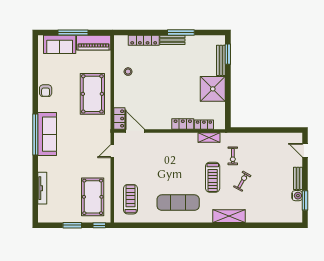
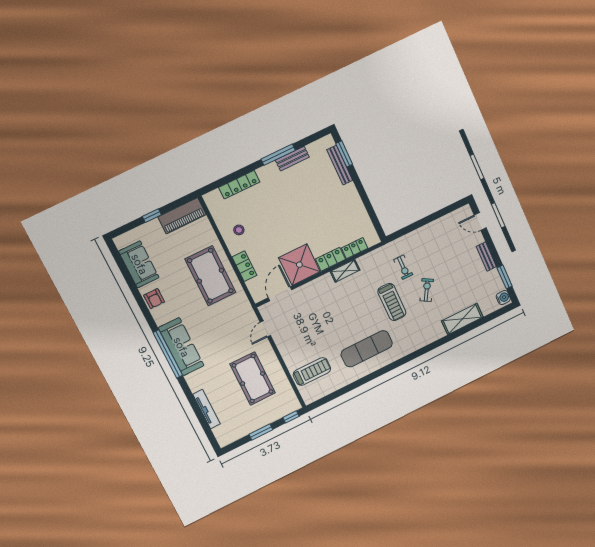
window: (73, 33) -> (152, 216), width x0.46
bench: (172, 40) -> (292, 159), moved
sofa: (60, 44) -> (139, 264), moved, turned -90
shower: (213, 89) -> (299, 265), moved
locker: (119, 119) -> (244, 266), moved
door: (135, 131) -> (280, 294), hinge flipped
shelving: (209, 137) -> (345, 271), moved
water cooler: (297, 196) -> (503, 298), moved
pool table: (93, 197) -> (253, 379), moved
treadmill: (131, 199) -> (312, 371), turned 90
shelving: (229, 216) -> (462, 319), moved

